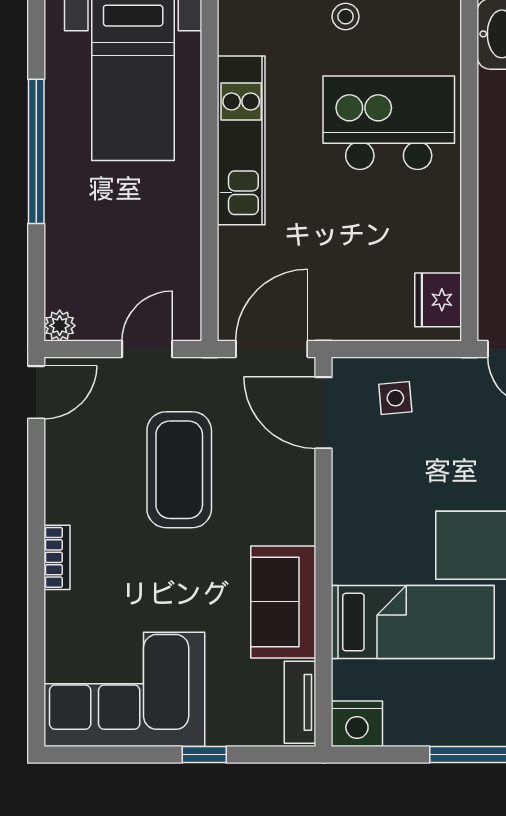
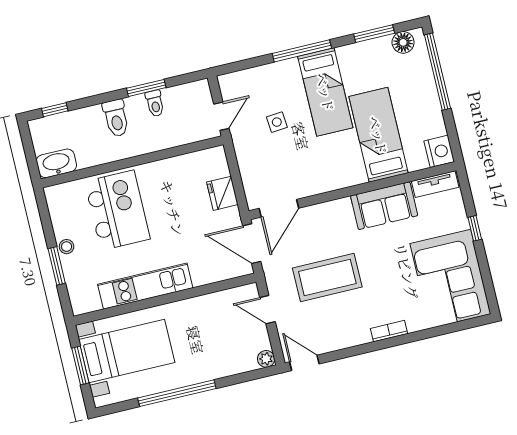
kitchen island: (389, 123) -> (117, 210), turned 180
fridge: (438, 300) -> (222, 193), moved, turned 90
side table: (395, 398) -> (277, 122), moved

